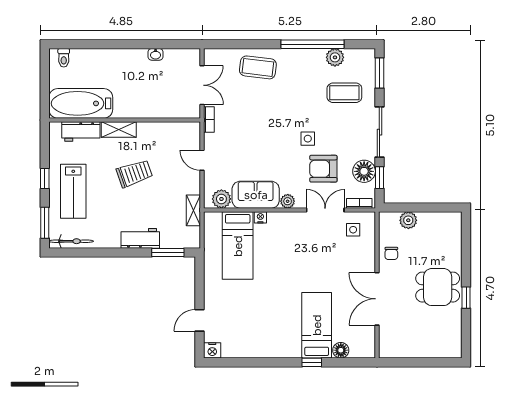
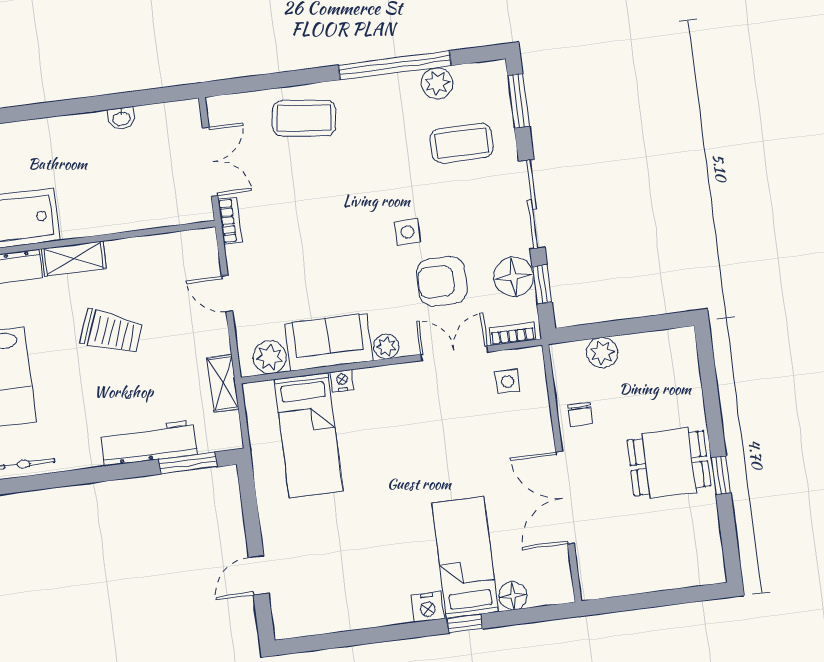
trolley: (134, 173) -> (111, 332), turned 40
workbench: (140, 238) -> (149, 443), width x1.38
nightstand: (212, 350) -> (428, 607), moved

